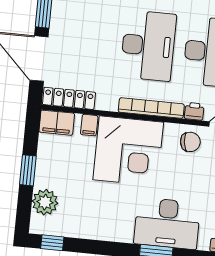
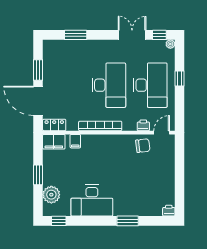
locker: (69, 98) -> (54, 125), width x0.66
bookcase: (151, 108) -> (100, 126), moved
corner desk: (128, 151) -> (103, 156), removed
desk: (167, 223) -> (92, 201), moved

